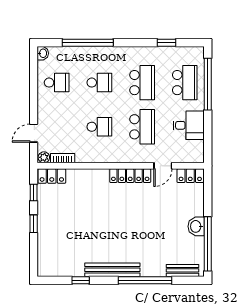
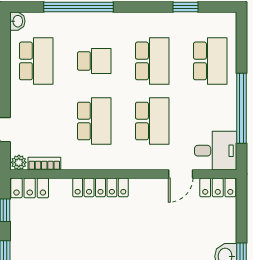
school desk: (57, 83) -> (36, 61), width x1.85
window: (208, 84) -> (241, 108), moved
desk: (189, 125) -> (216, 151), moved
school desk: (99, 127) -> (94, 121), width x1.85
locker: (130, 176) -> (100, 187), moved

